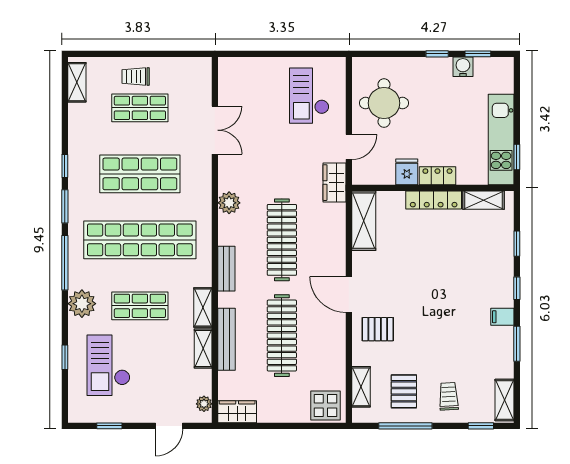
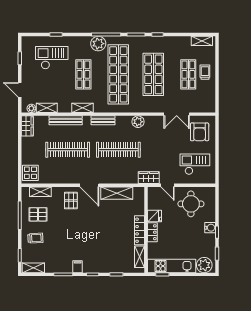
water cooler: (463, 67) -> (210, 228), moved
plant: (499, 78) -> (204, 265), added
armchair: (248, 87) -> (200, 132), added
shelving: (364, 221) -> (117, 193), moved
door: (349, 295) -> (89, 185), swing flipped
plant: (82, 304) -> (98, 44), moved
shelving: (203, 348) -> (47, 108), moved

